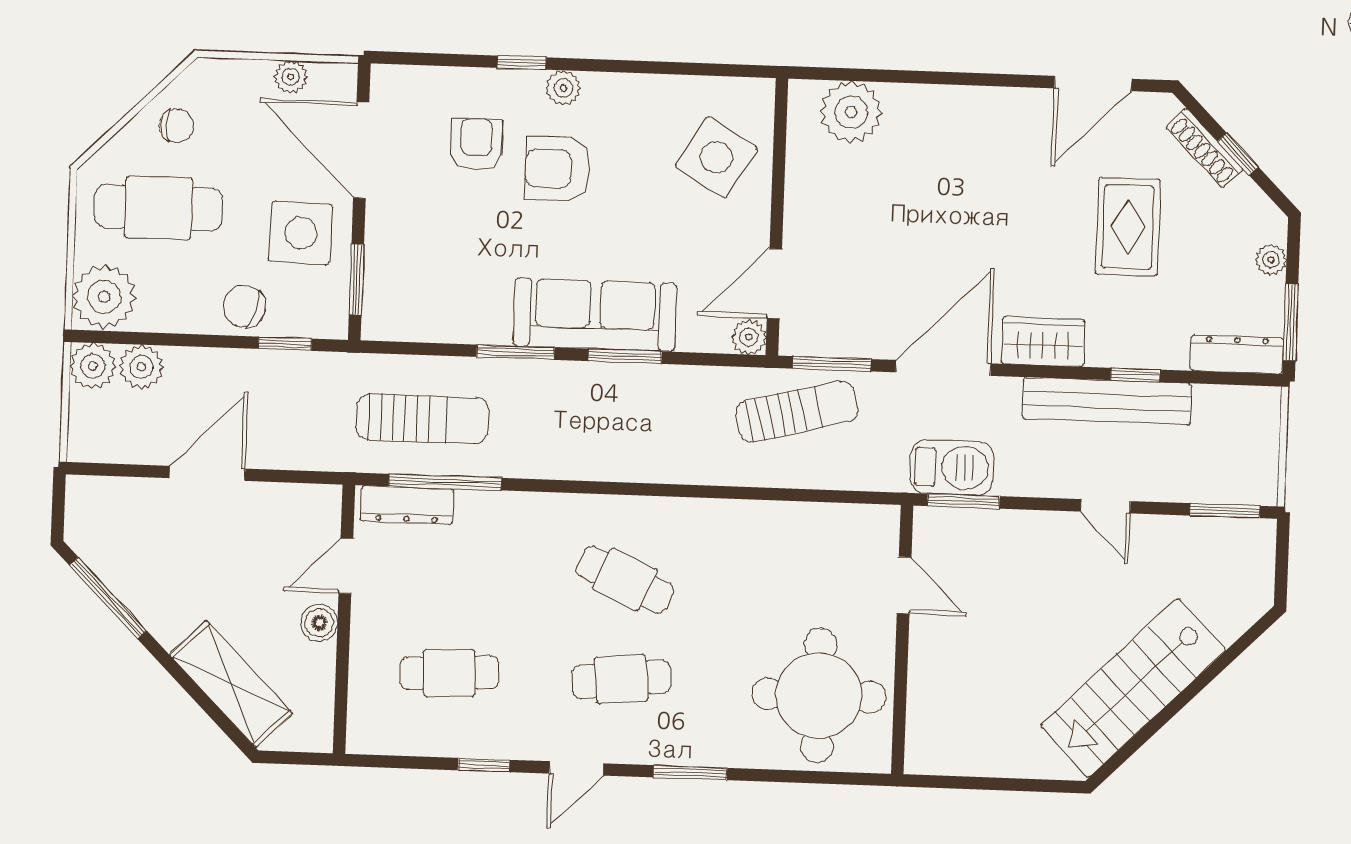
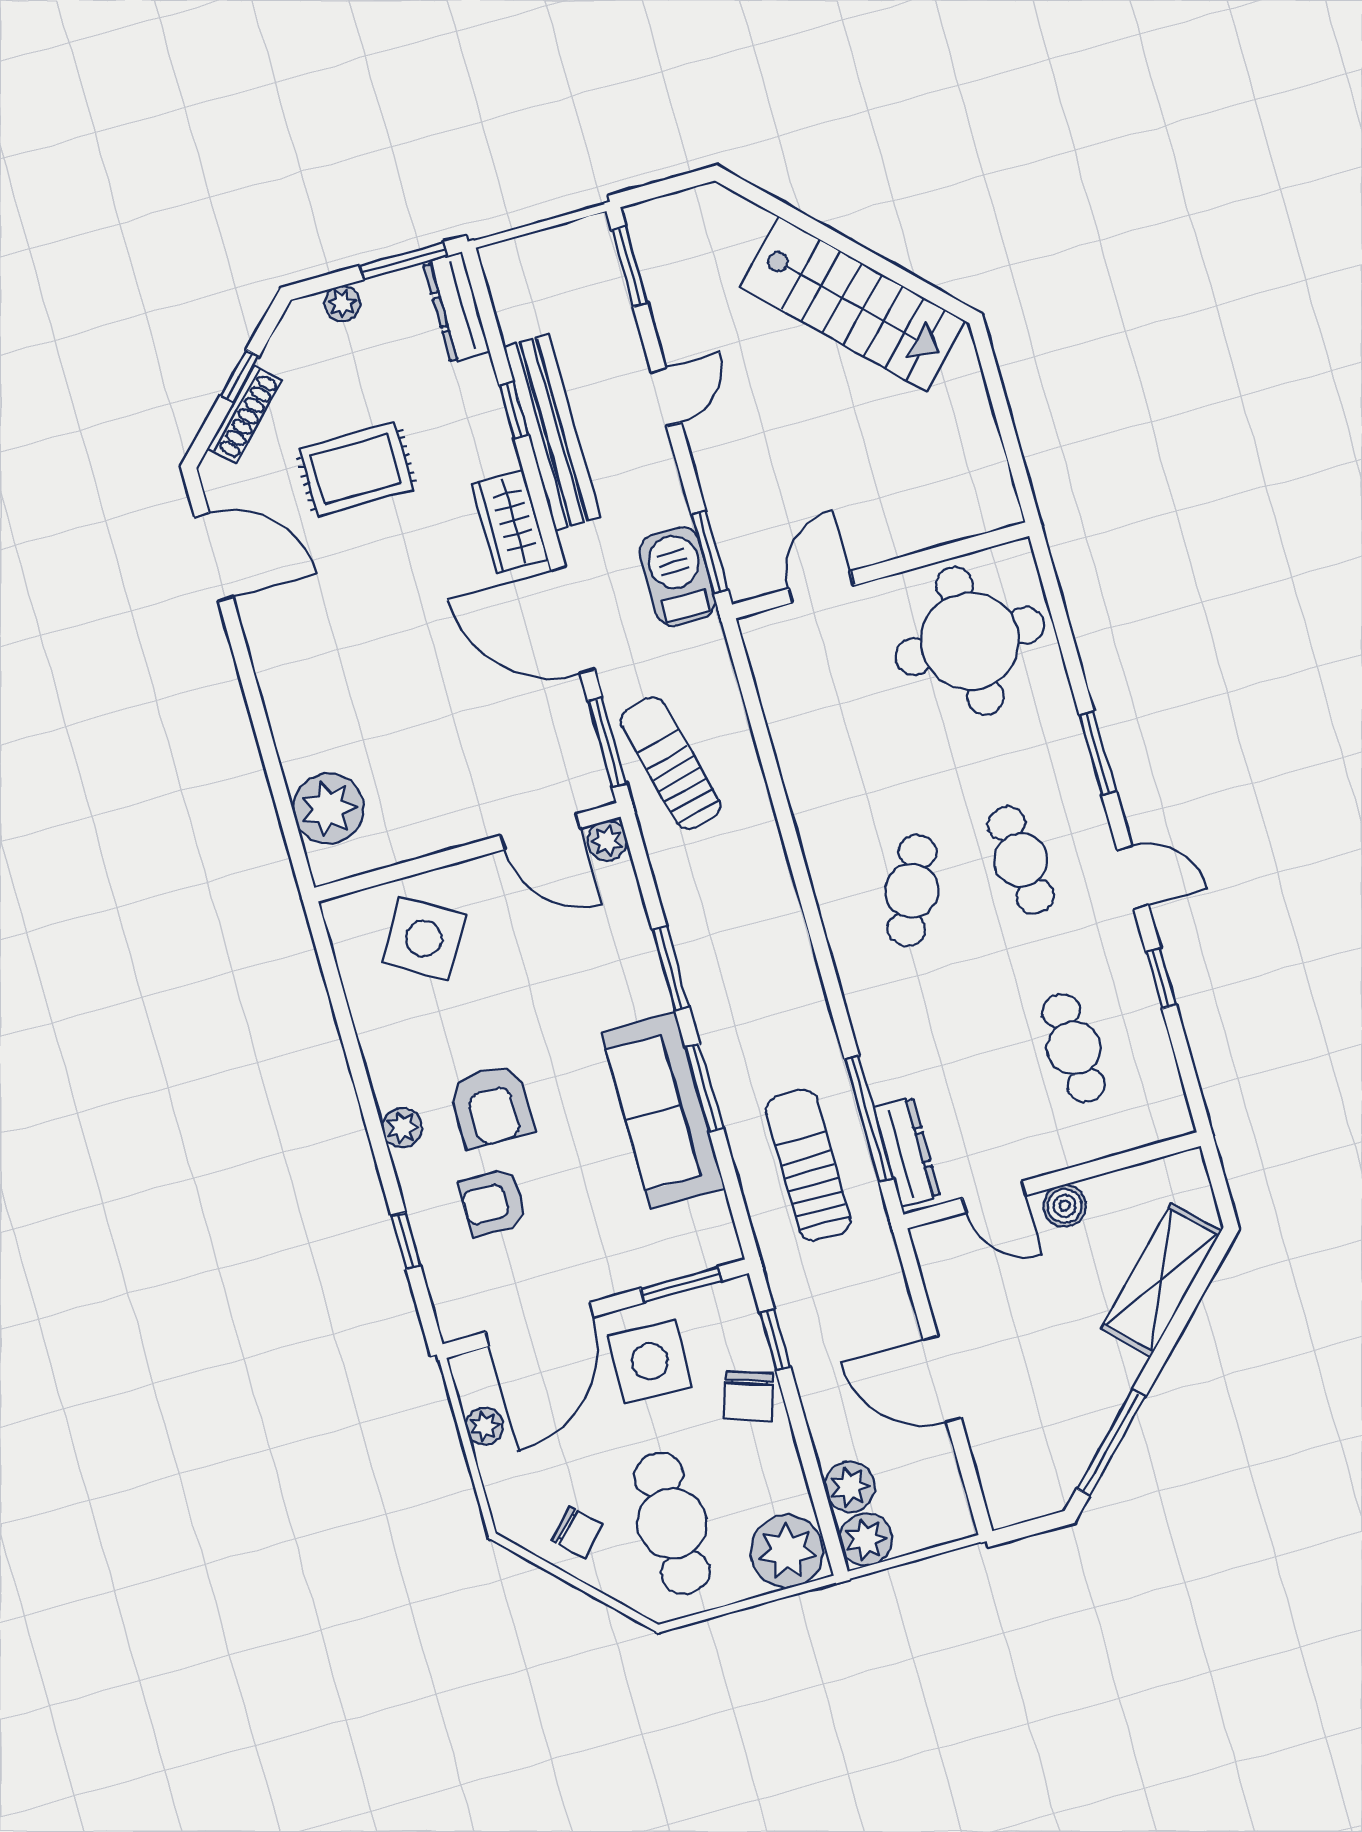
window: (522, 63) -> (406, 1241), moved
chair: (176, 126) -> (577, 1532), turned 135
sofa: (595, 315) -> (663, 1110), moved

